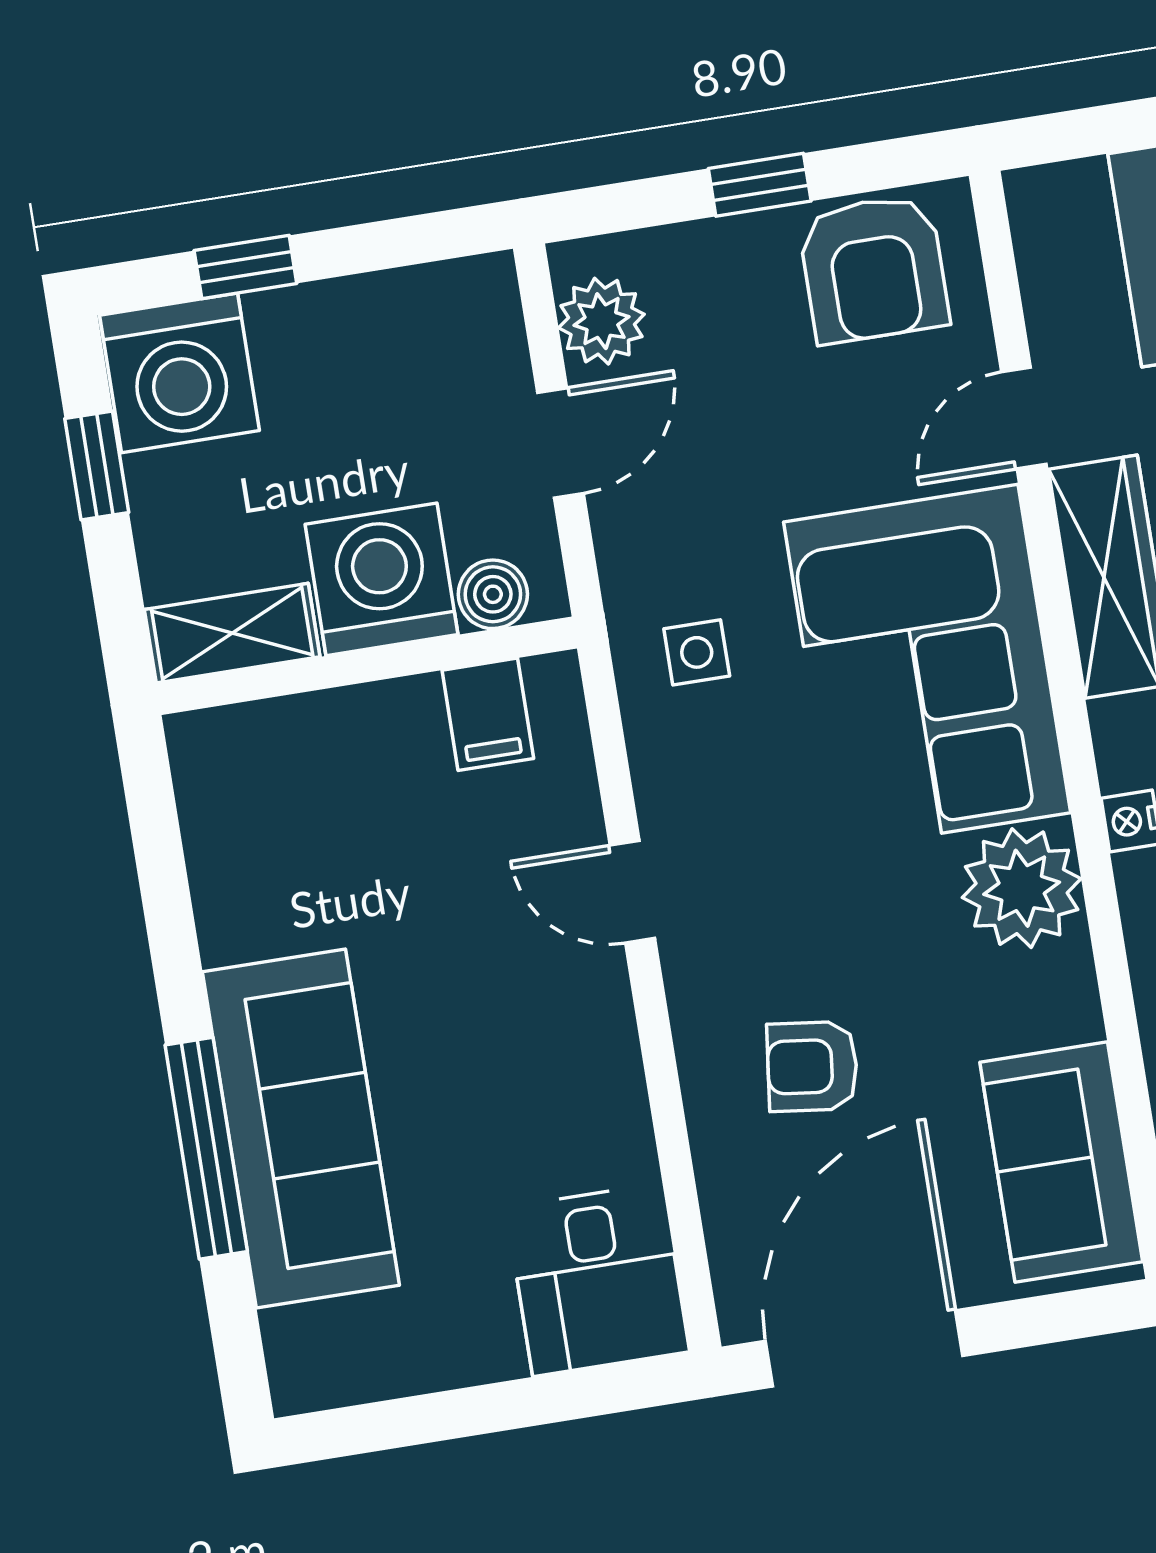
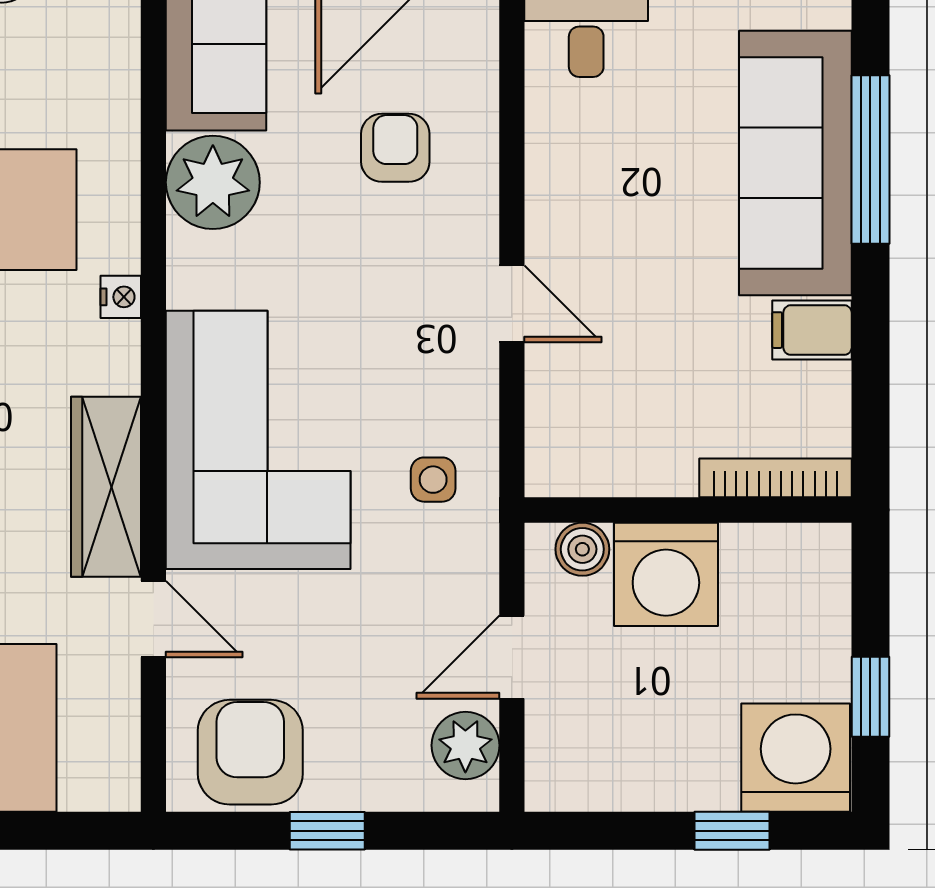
door: (1024, 418) -> (153, 619), hinge flipped
shelving: (232, 633) -> (787, 551), removed
filing cabinet: (488, 714) -> (812, 330), moved, turned -90
bookcase: (262, 724) -> (775, 478), added
plant: (1022, 888) -> (213, 182), moved
armchair: (812, 1066) -> (395, 148), turned -97

